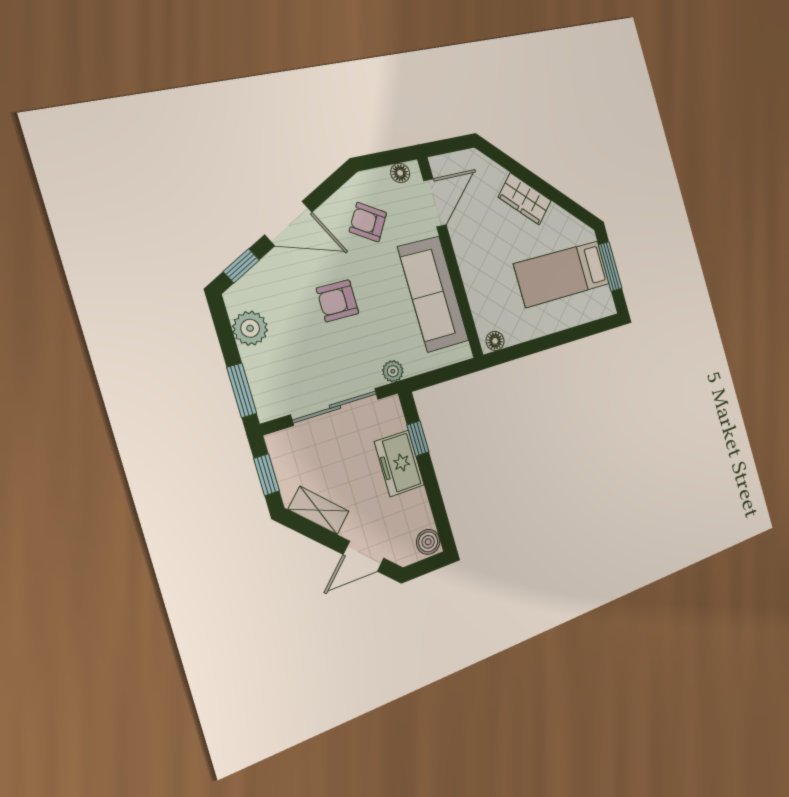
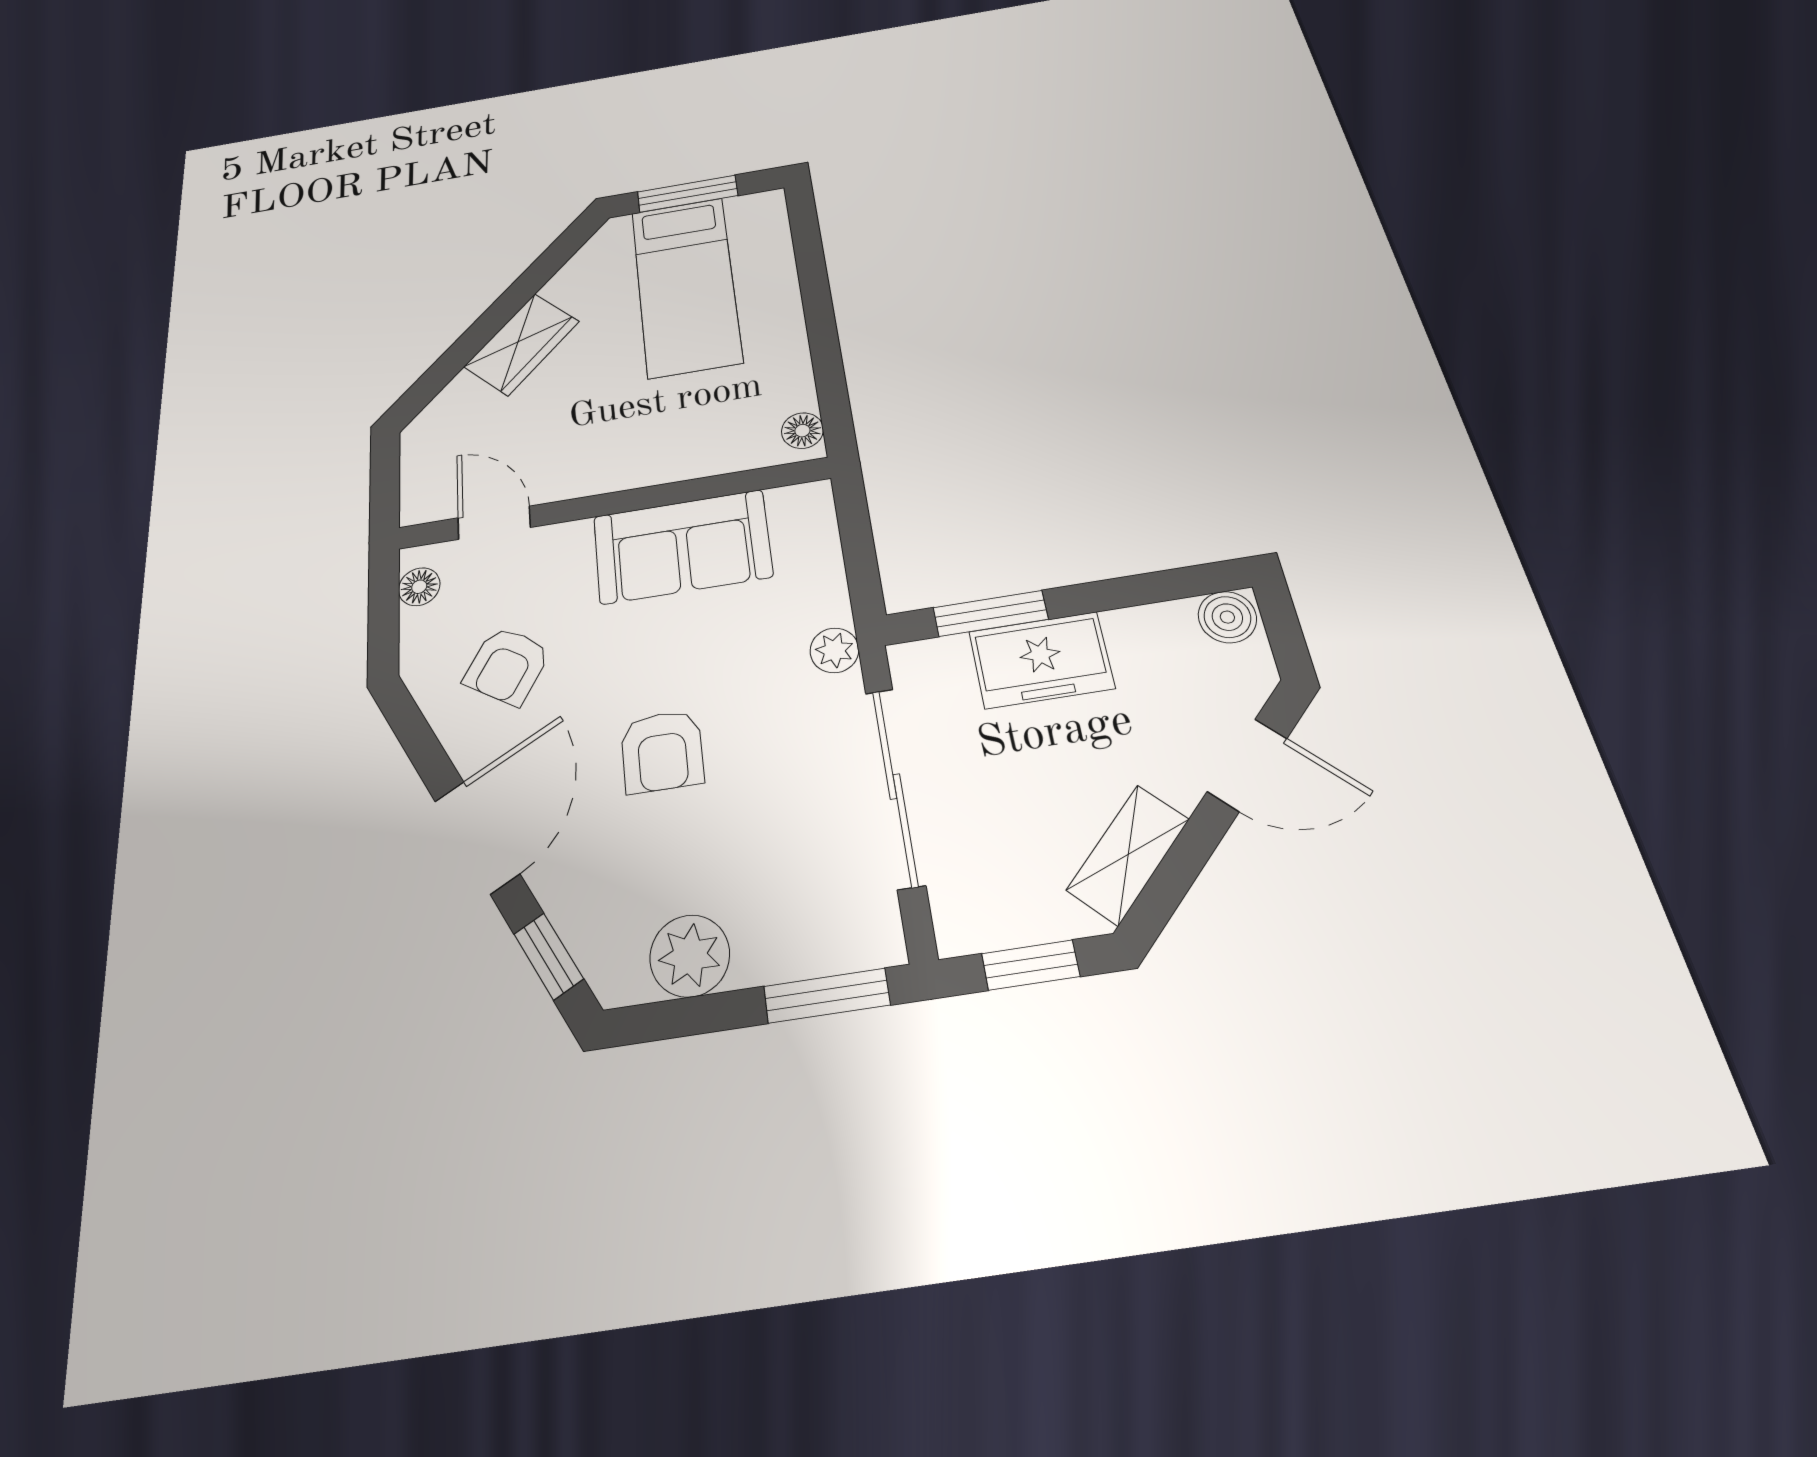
door: (435, 203) -> (494, 523), width x0.73
sofa: (433, 294) -> (682, 546), width x0.73
window: (418, 438) -> (990, 613), width x1.50
door: (364, 556) -> (1247, 765), hinge flipped

